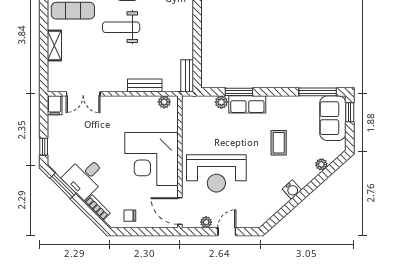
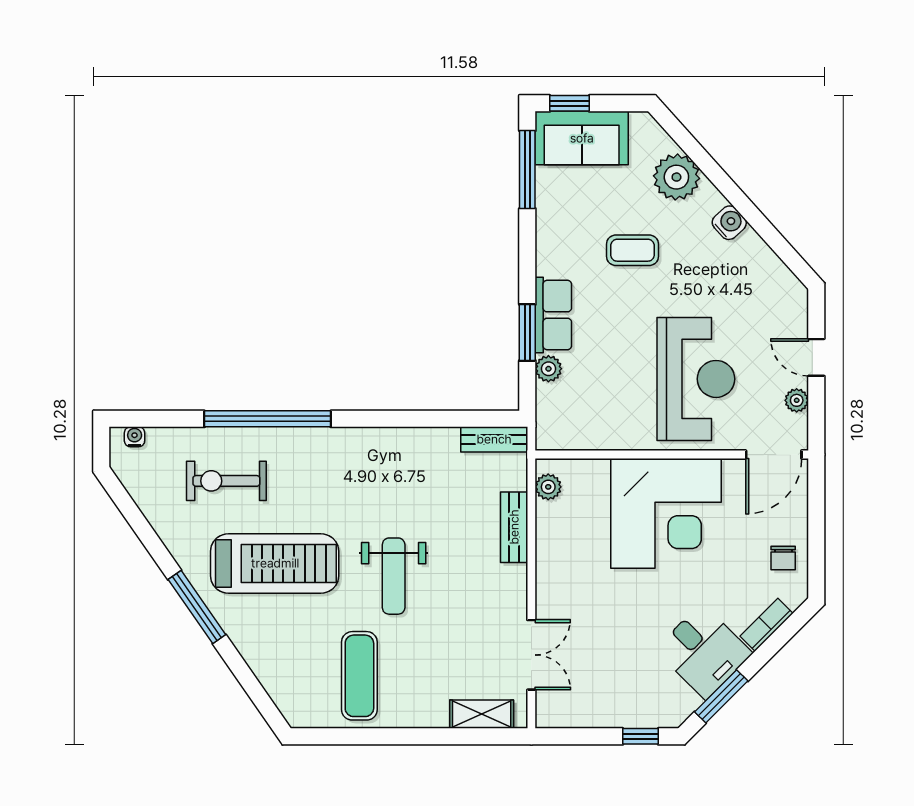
shelving: (54, 46) -> (482, 714), moved
filing cabinet: (55, 105) -> (555, 713), removed
plant: (321, 164) -> (676, 177), width x1.88, depth x1.88

